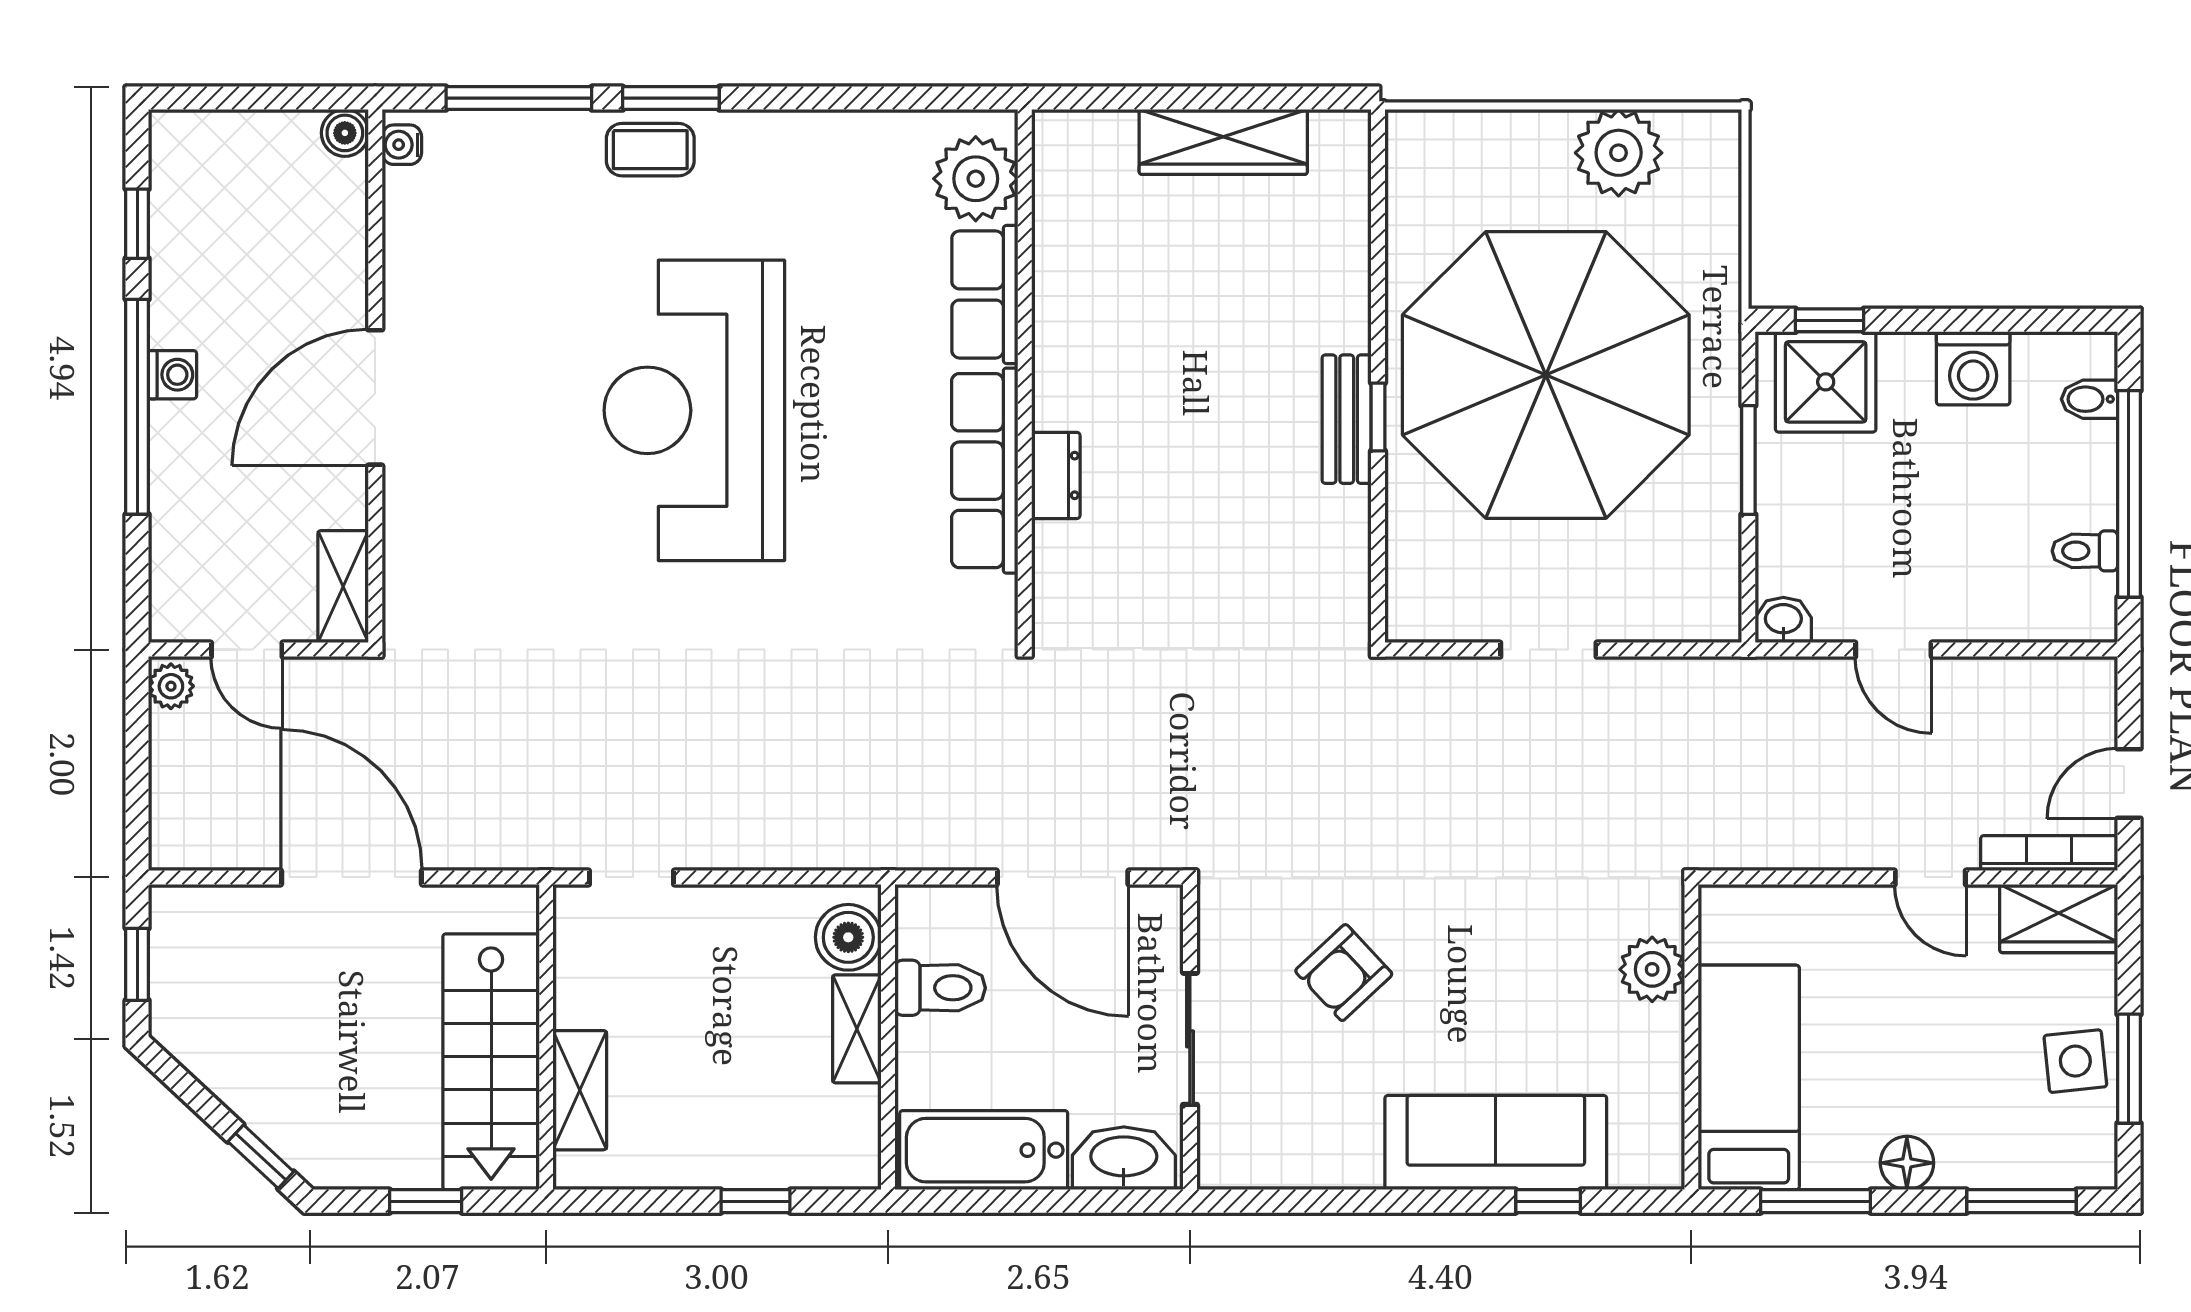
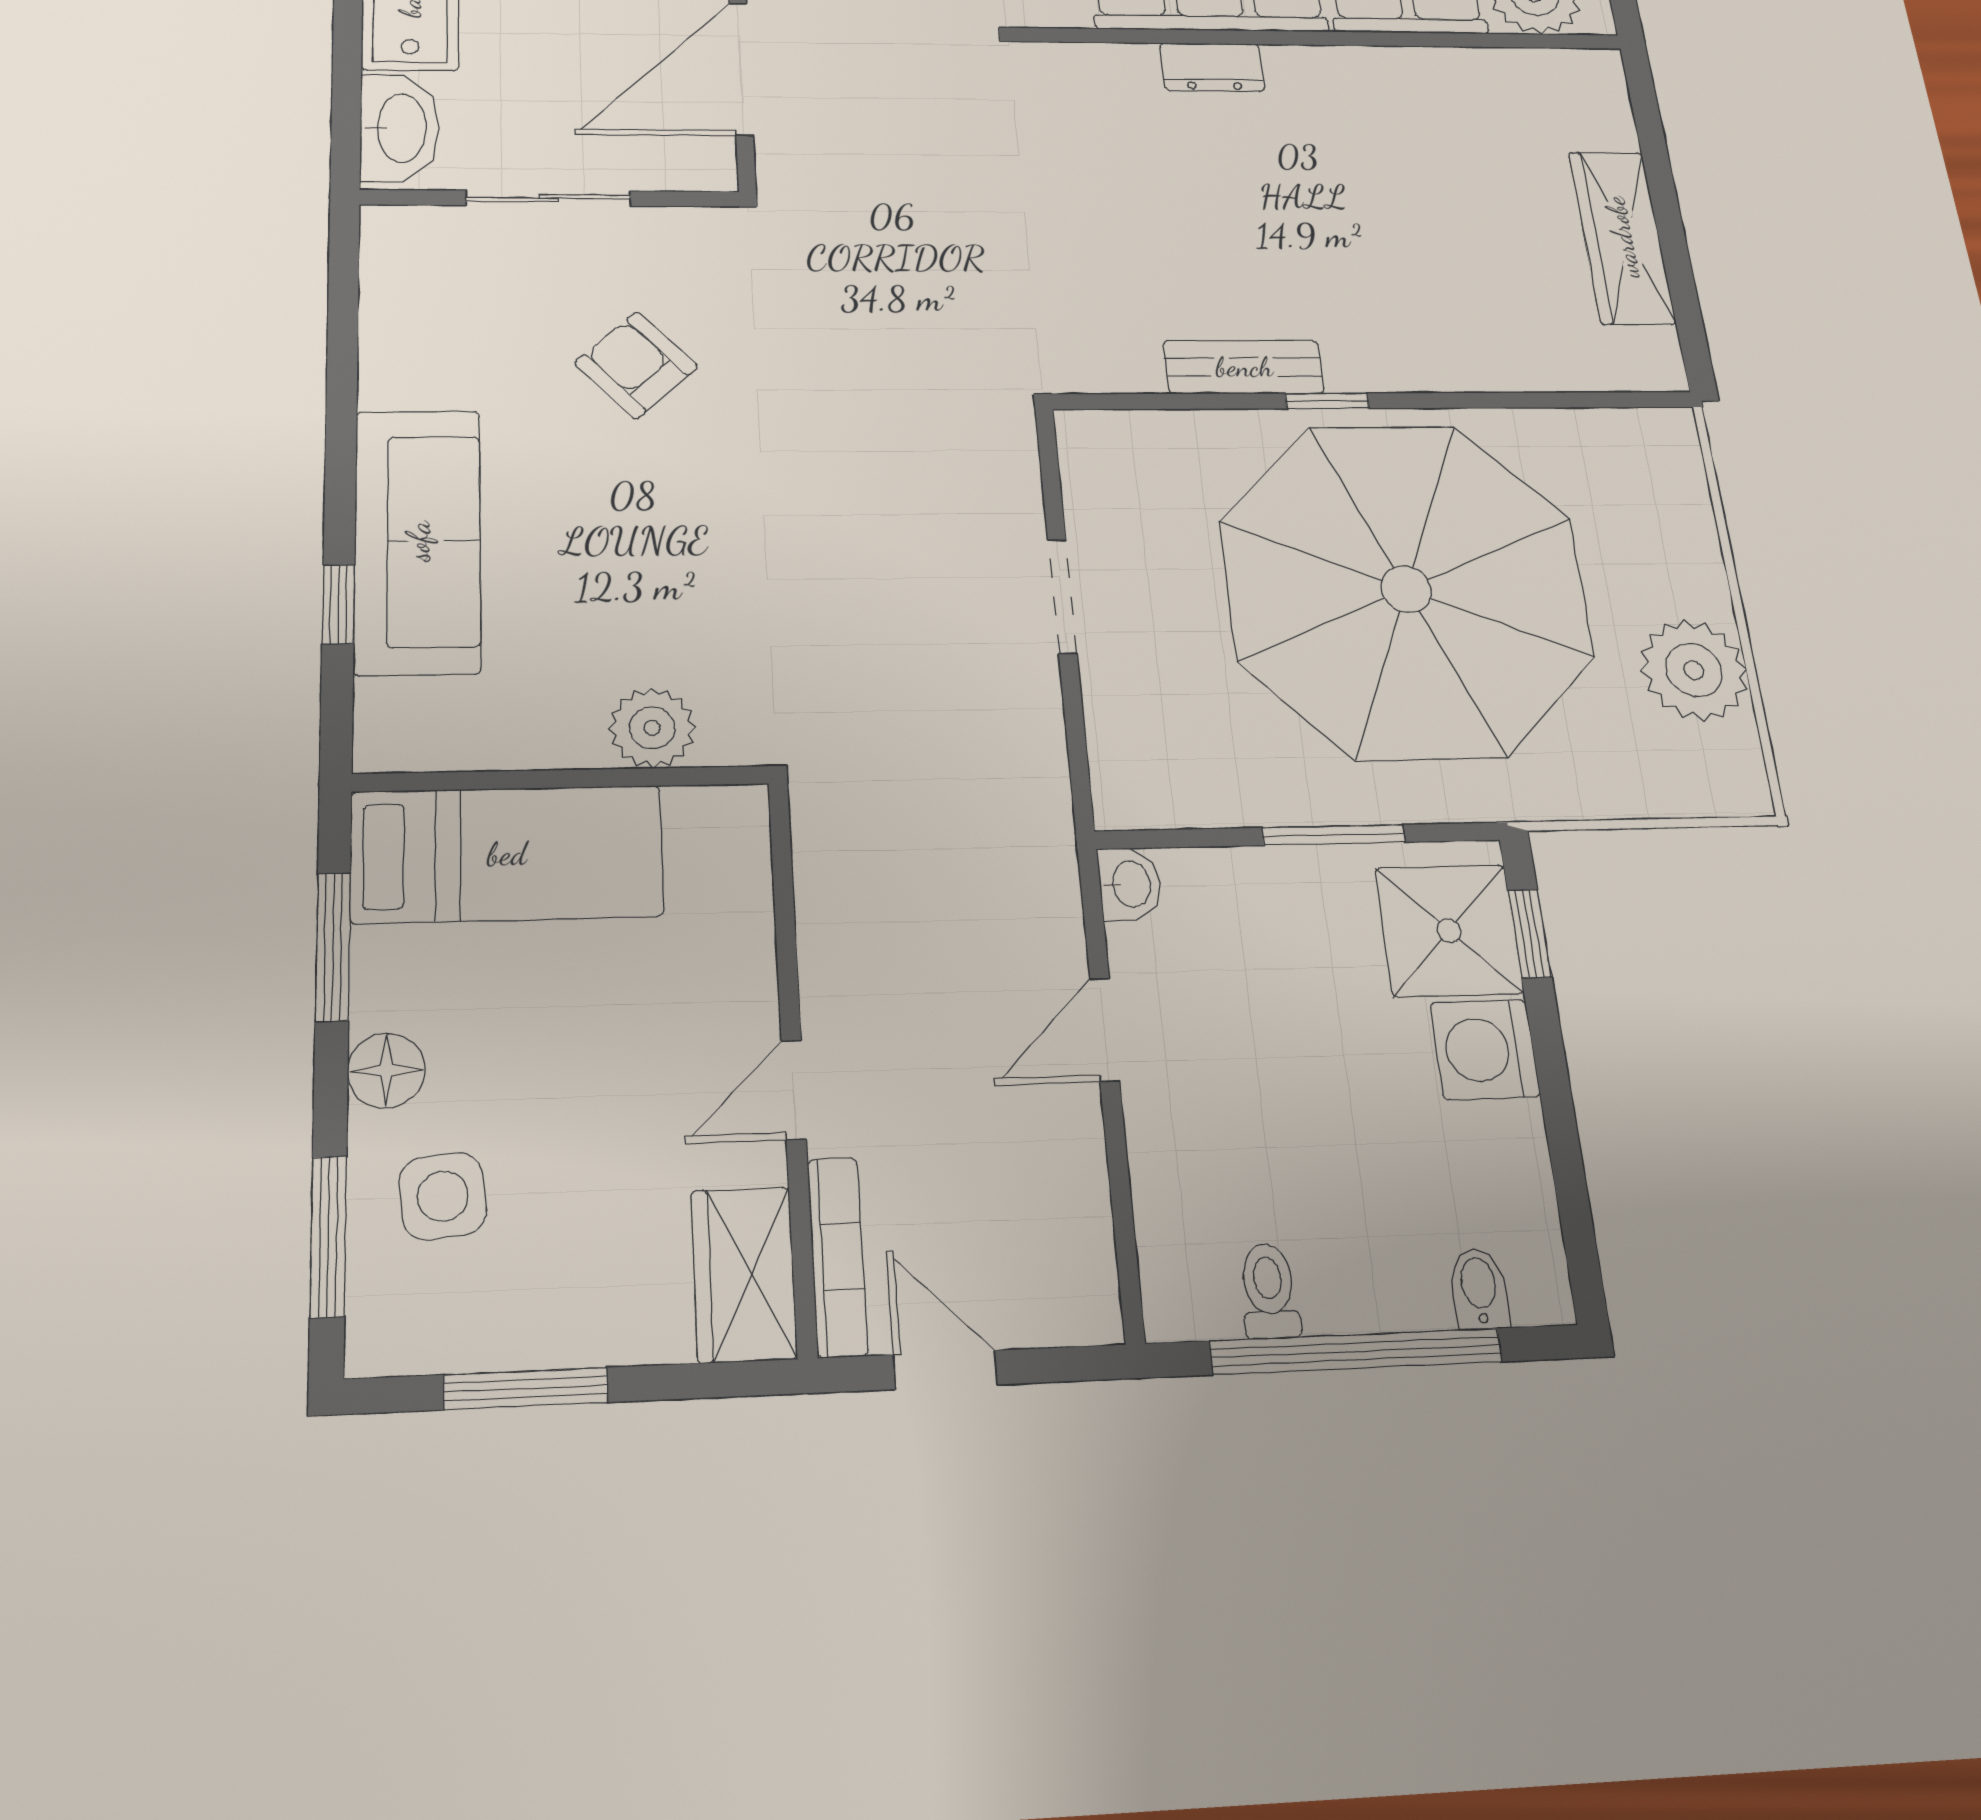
washing machine: (1973, 368) -> (1485, 1050), moved
bench: (1347, 419) -> (1244, 367), moved
side table: (2075, 1061) -> (443, 1196), moved

